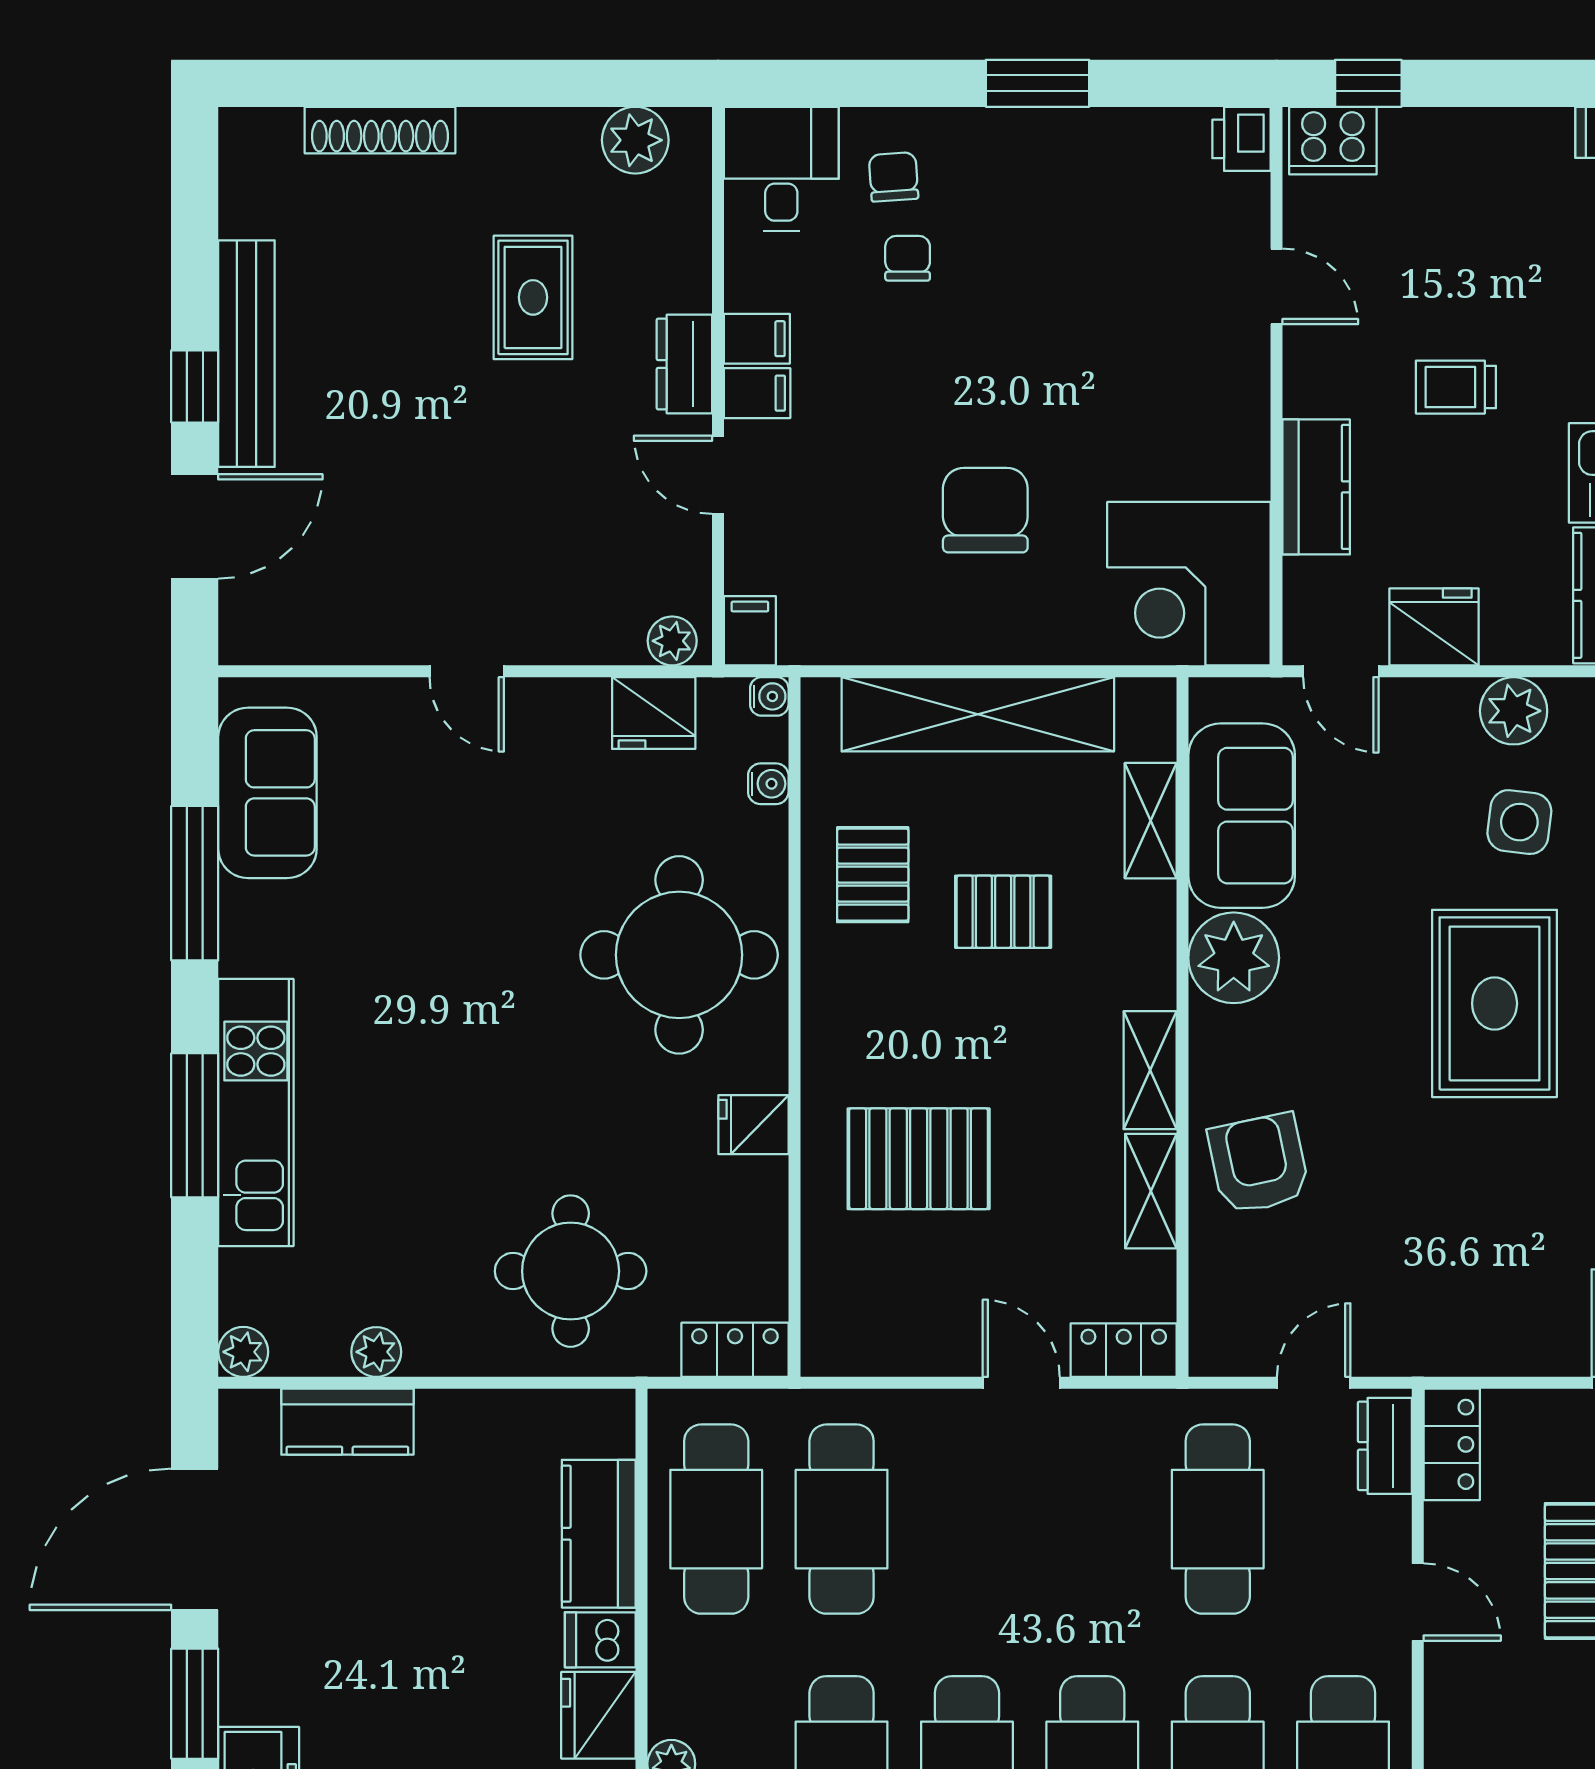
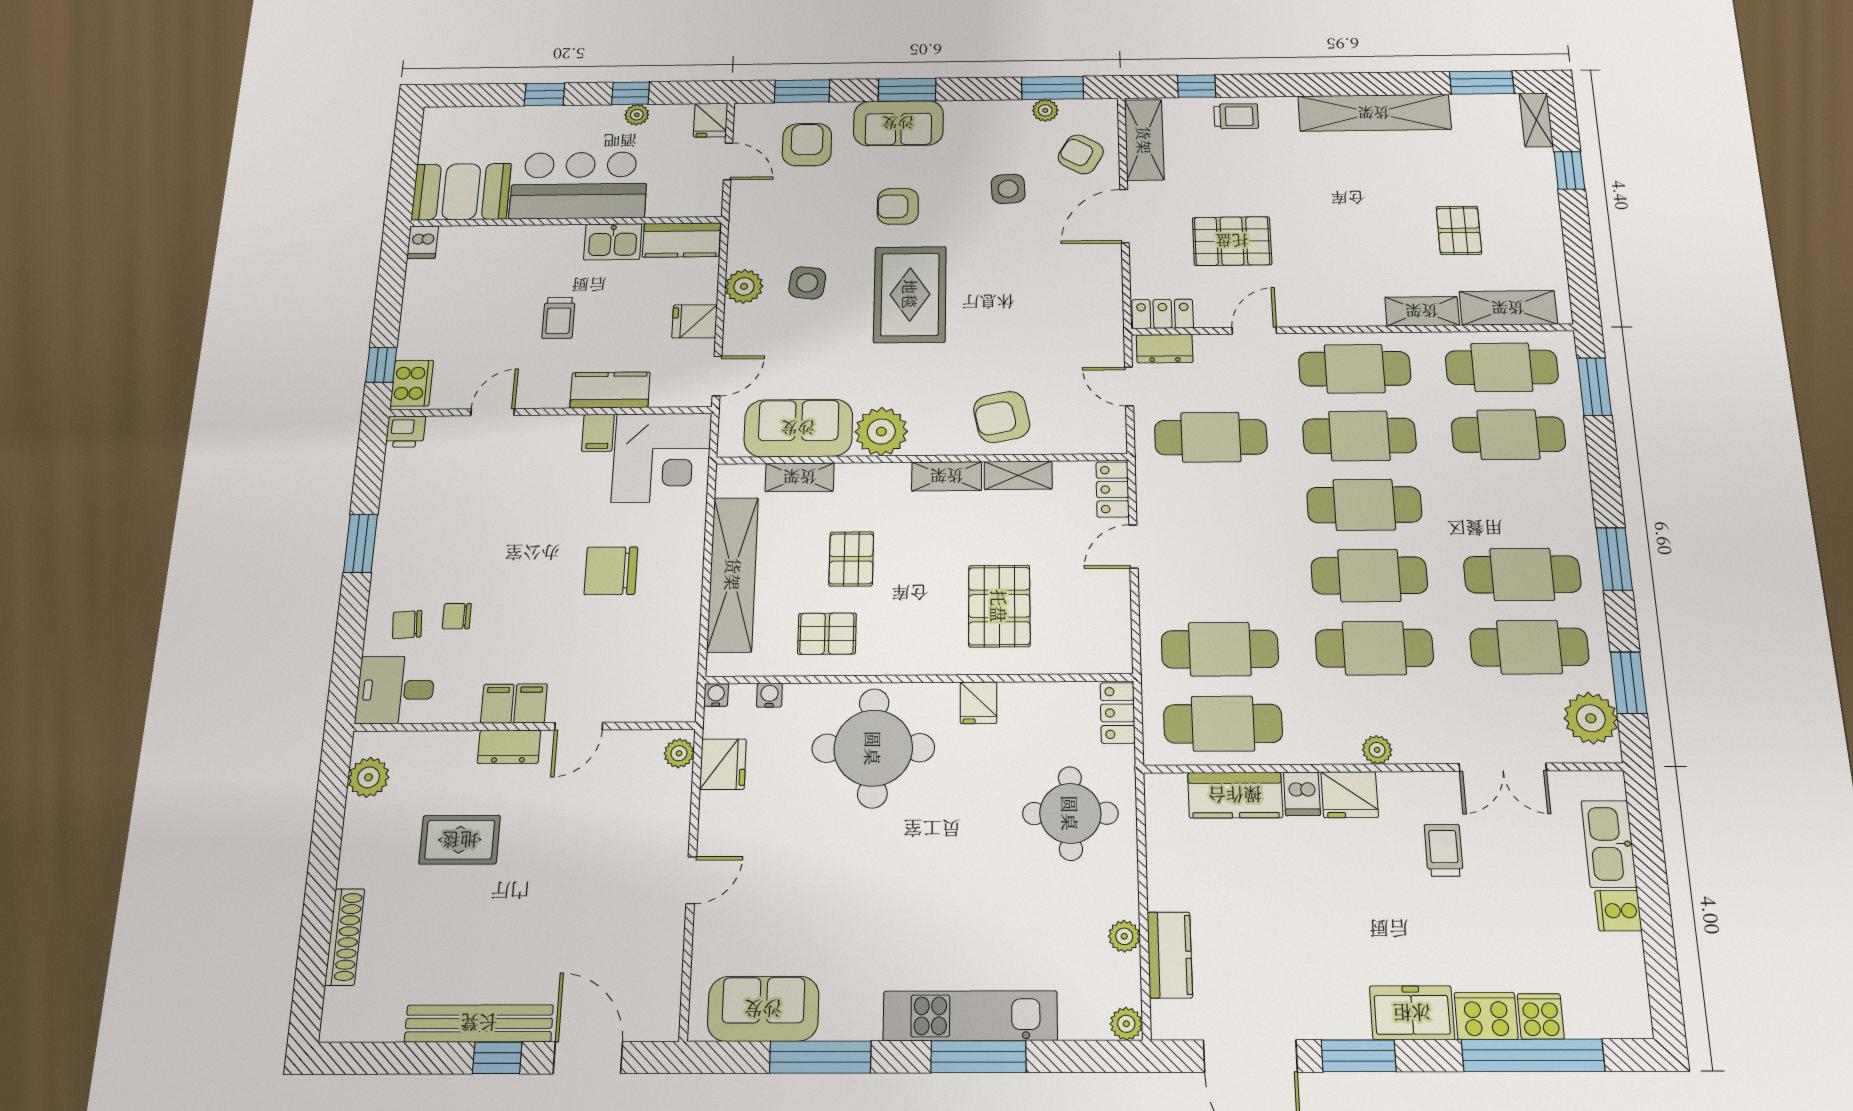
fridge: (1434, 627) -> (695, 321), width x0.72
filing cabinet: (750, 631) -> (598, 433), moved, turned -90
rug: (1495, 1003) -> (910, 294), turned 90

